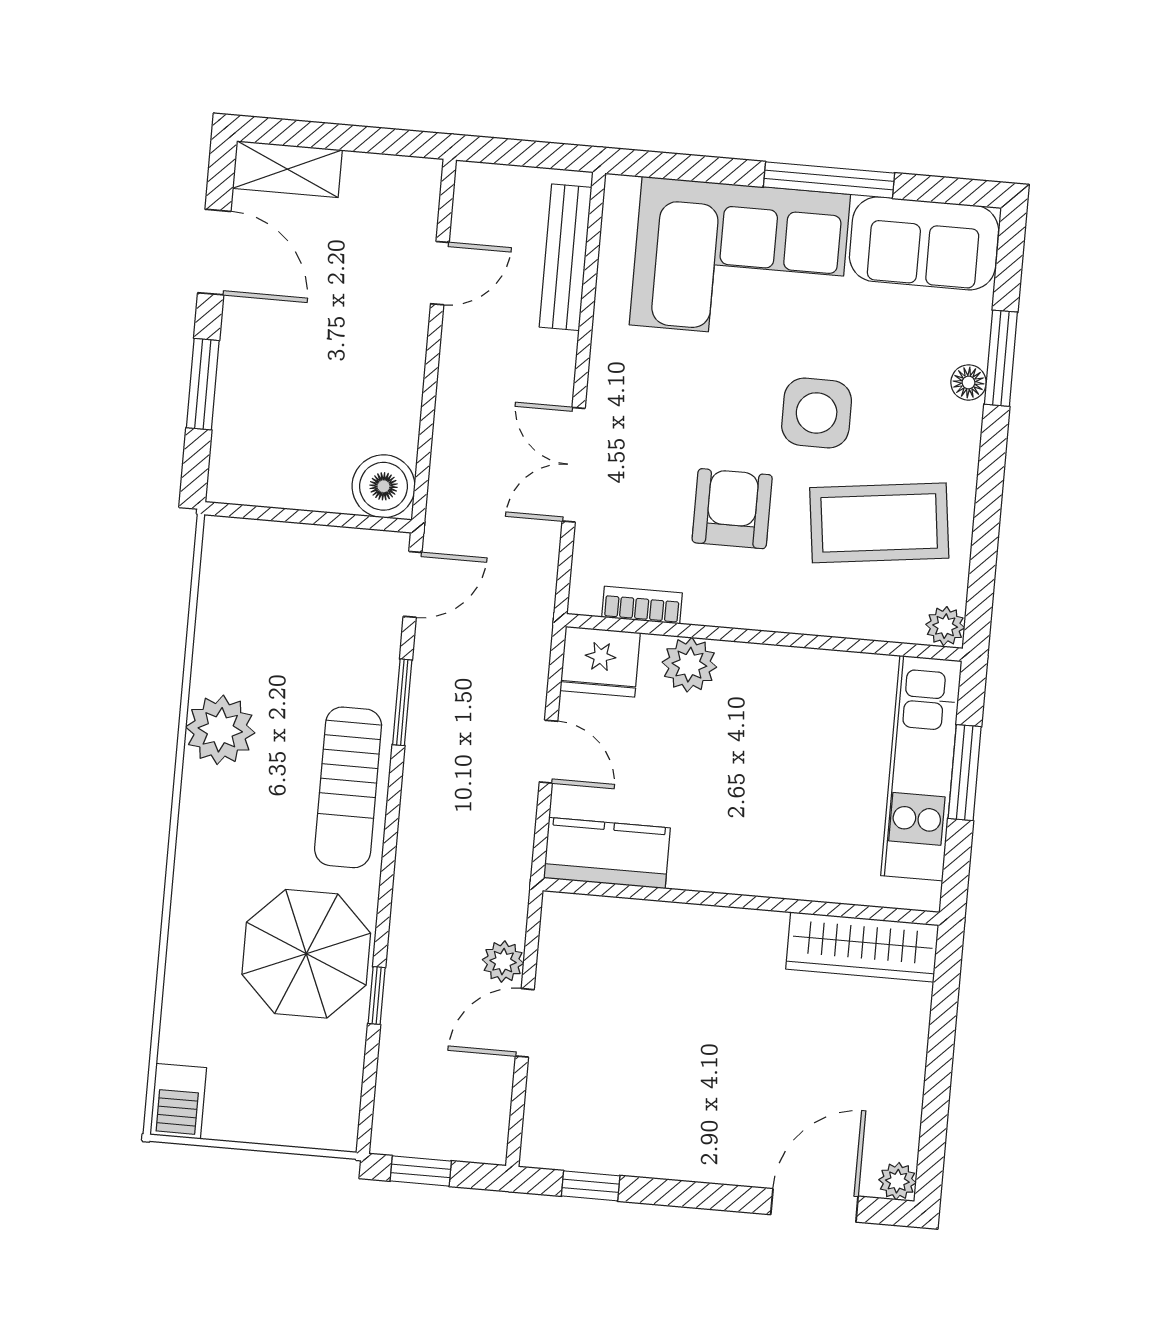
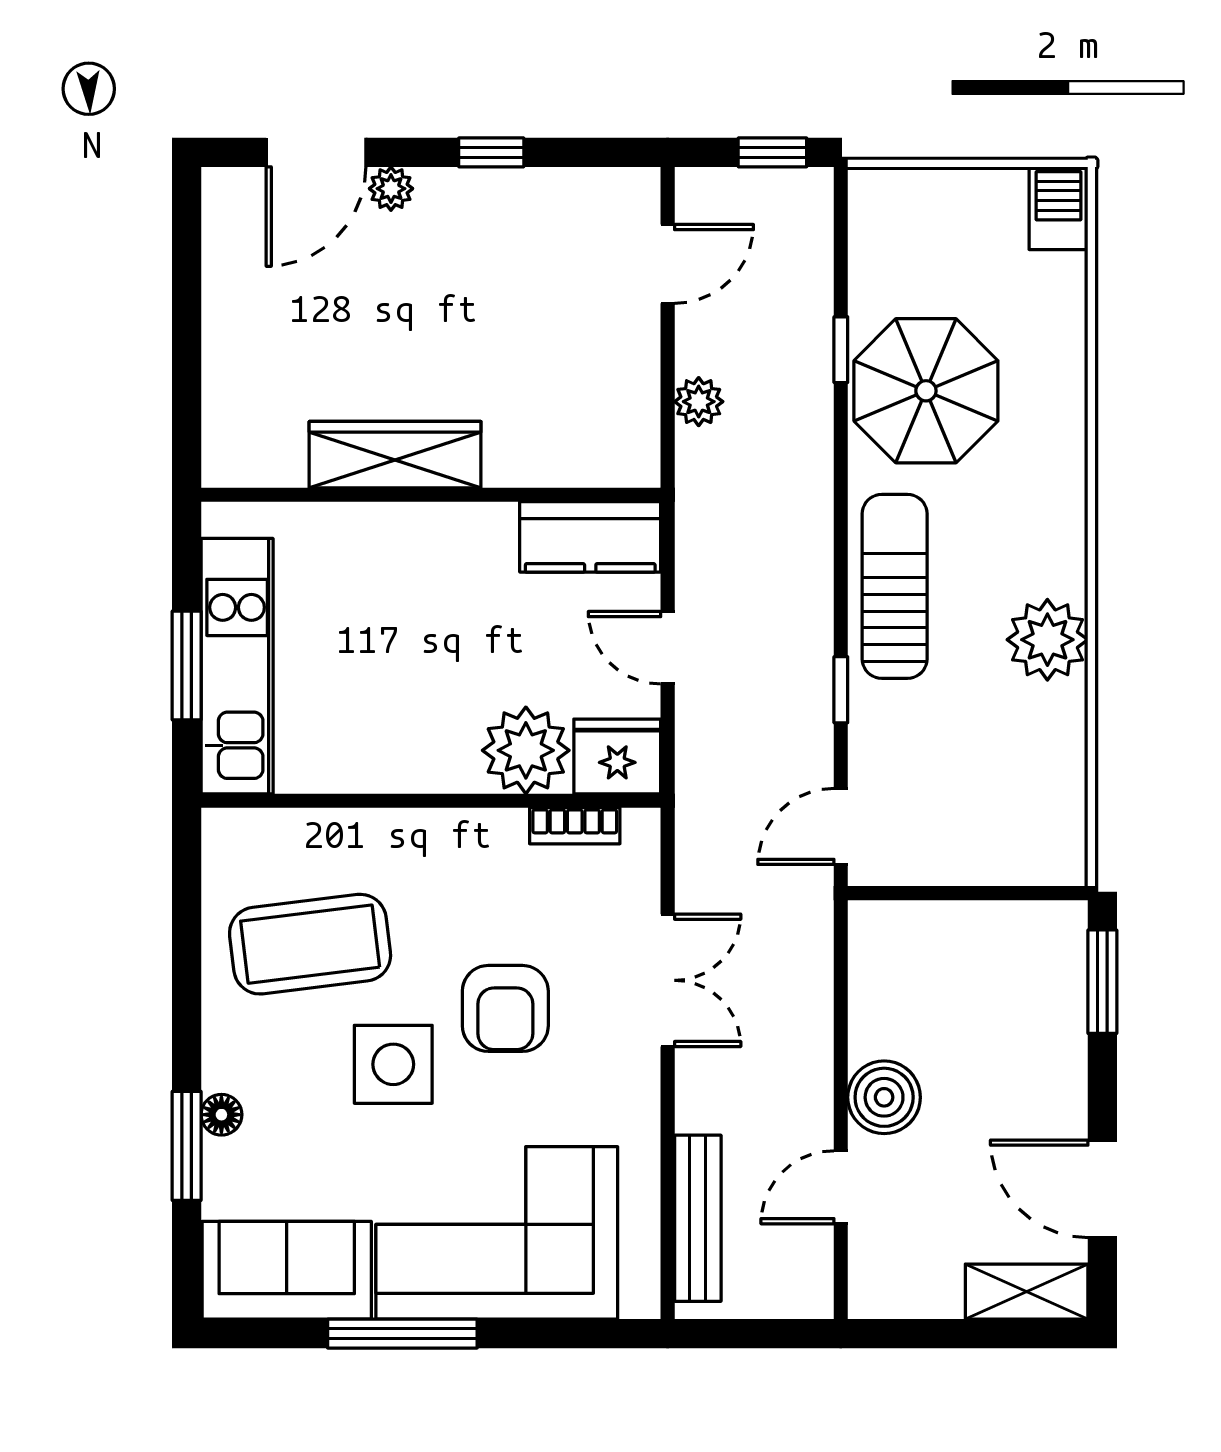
window: (203, 384) -> (1102, 982), moved
boiler: (384, 486) -> (884, 1097), moved
armchair: (732, 509) -> (505, 1008), moved
plant: (945, 626) -> (224, 832), removed
plant: (689, 665) -> (526, 750), width x1.36, depth x1.36
window: (402, 702) -> (841, 690), width x0.67
wardrobe: (862, 947) -> (395, 455), moved
door: (525, 1023) -> (668, 264), moved
plant: (897, 1181) -> (391, 189), moved
window: (591, 1186) -> (491, 152), moved

